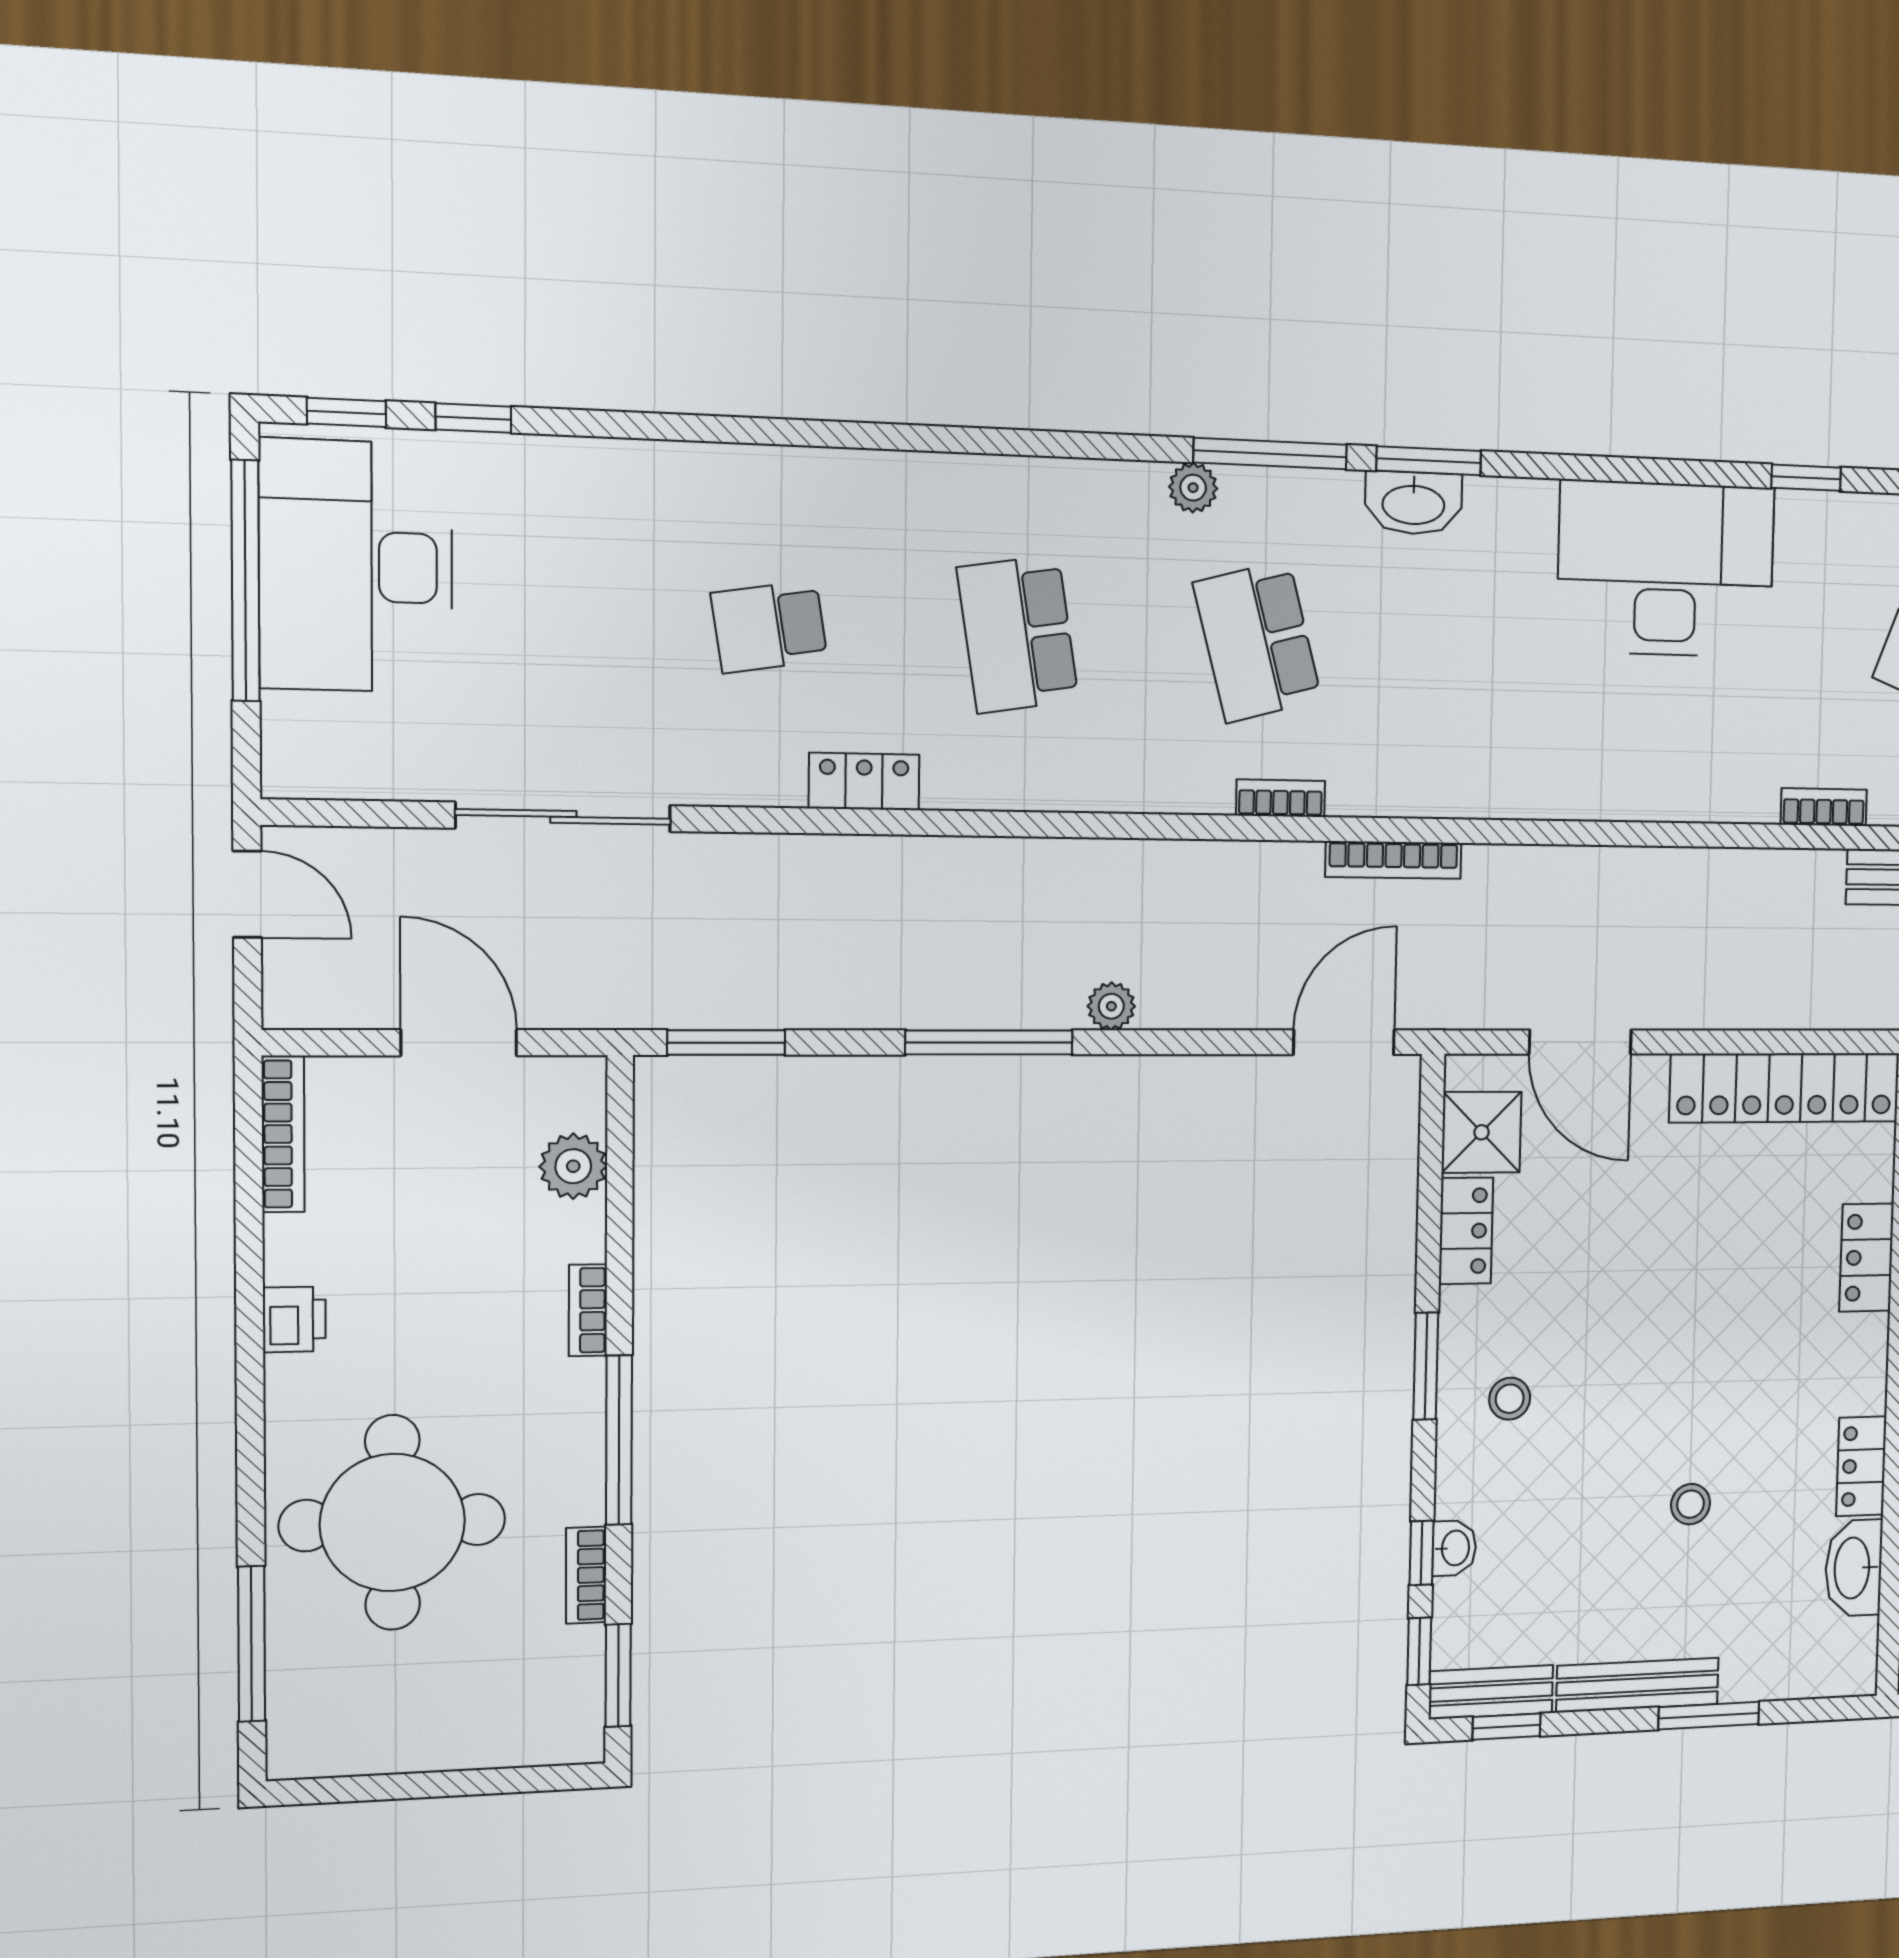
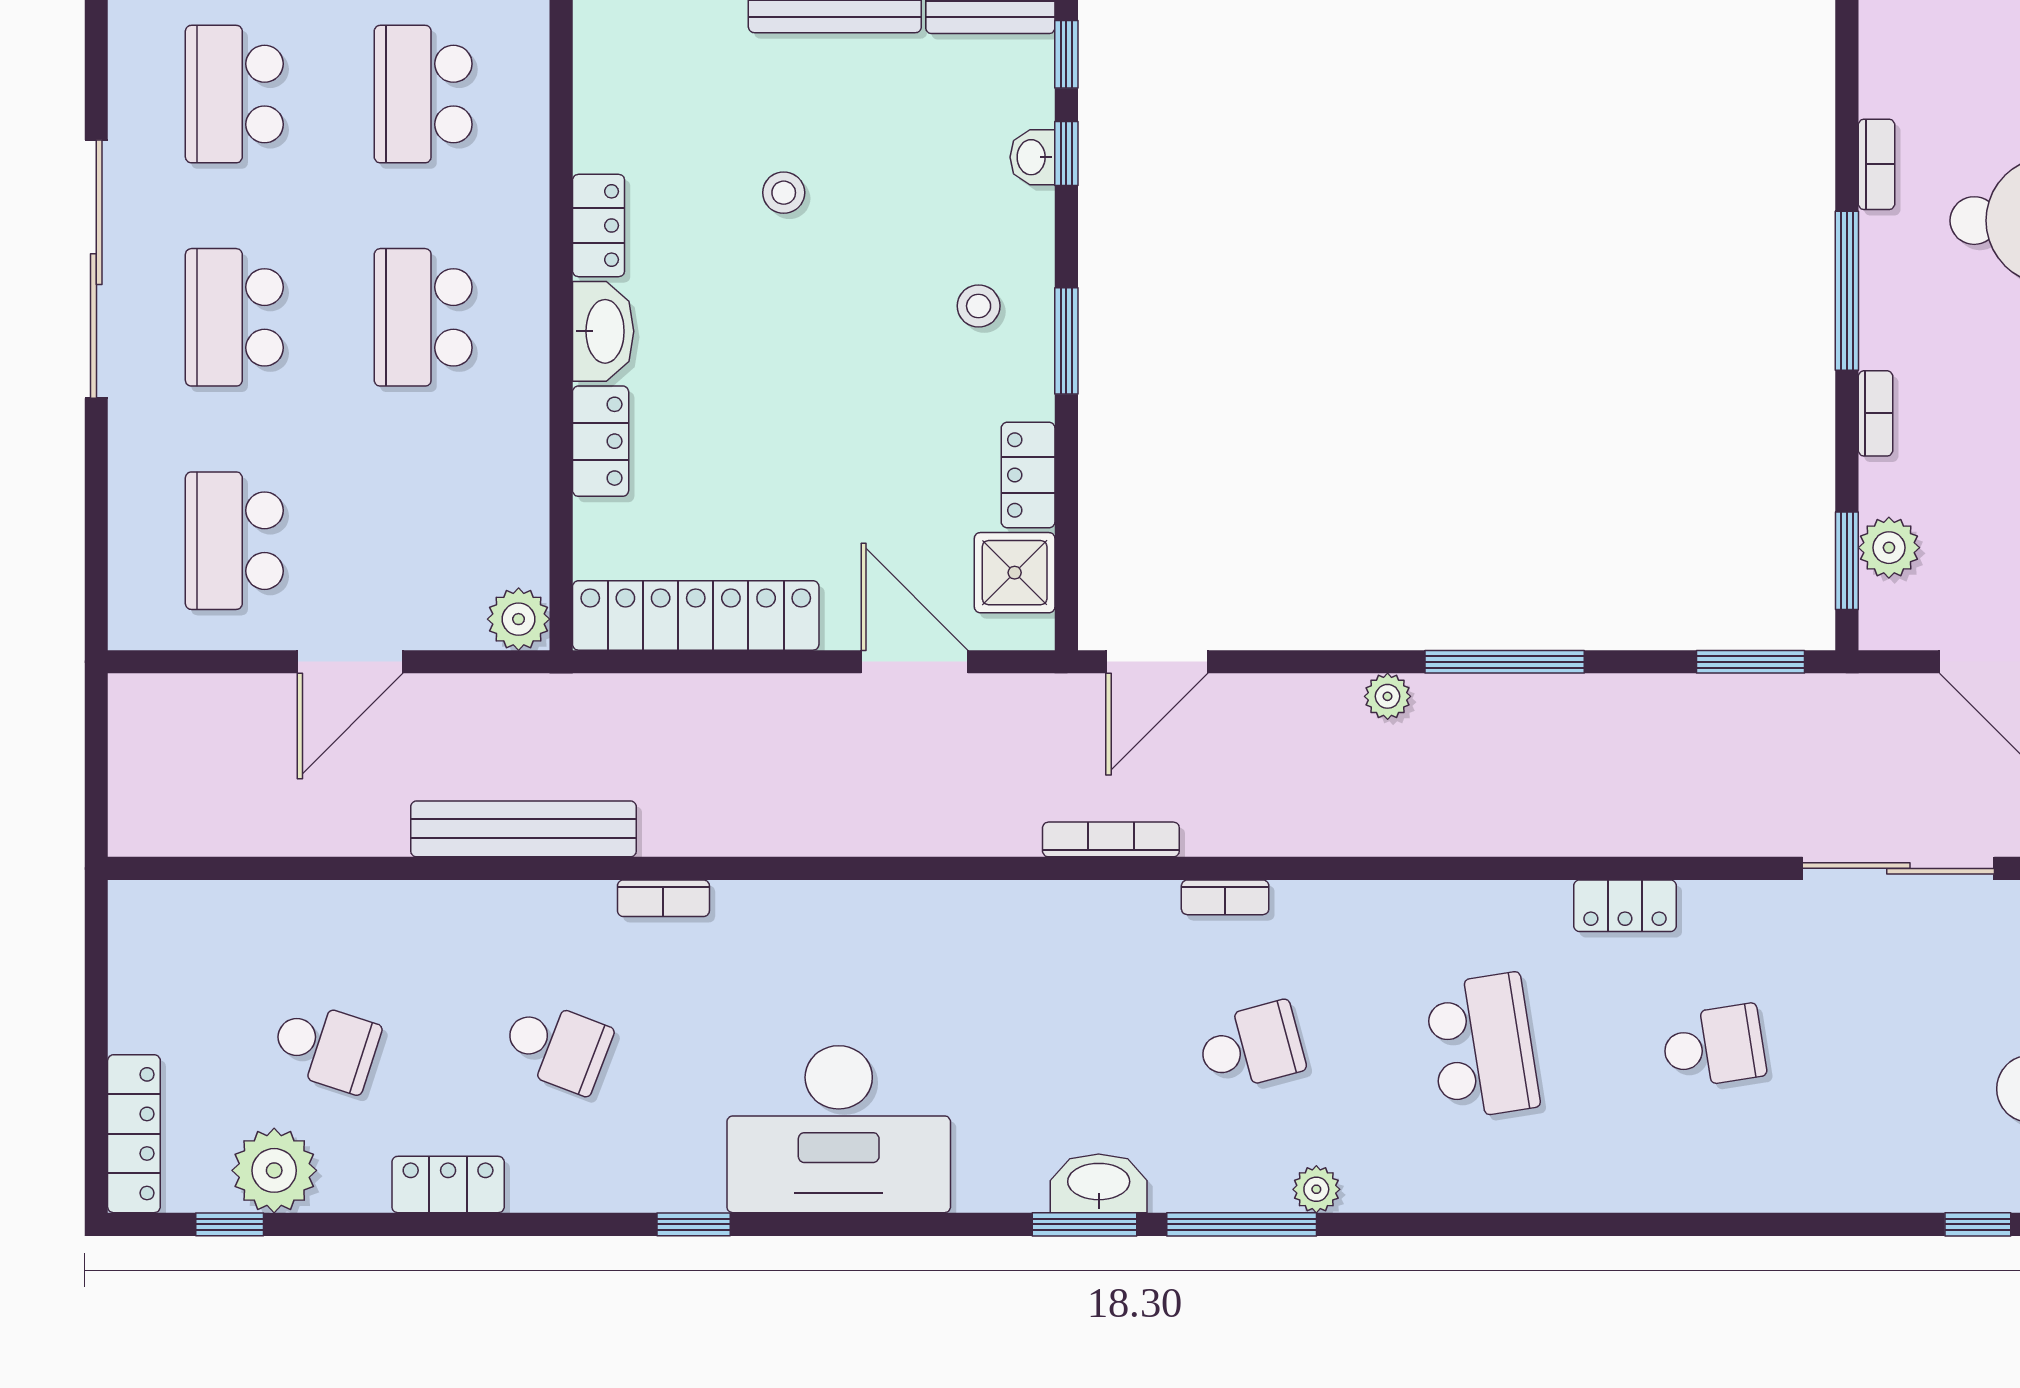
school desk: (1257, 641) -> (1251, 1046), width x0.54
washbasin: (1854, 1568) -> (603, 331), moved
window: (618, 1675) -> (1847, 561), moved

